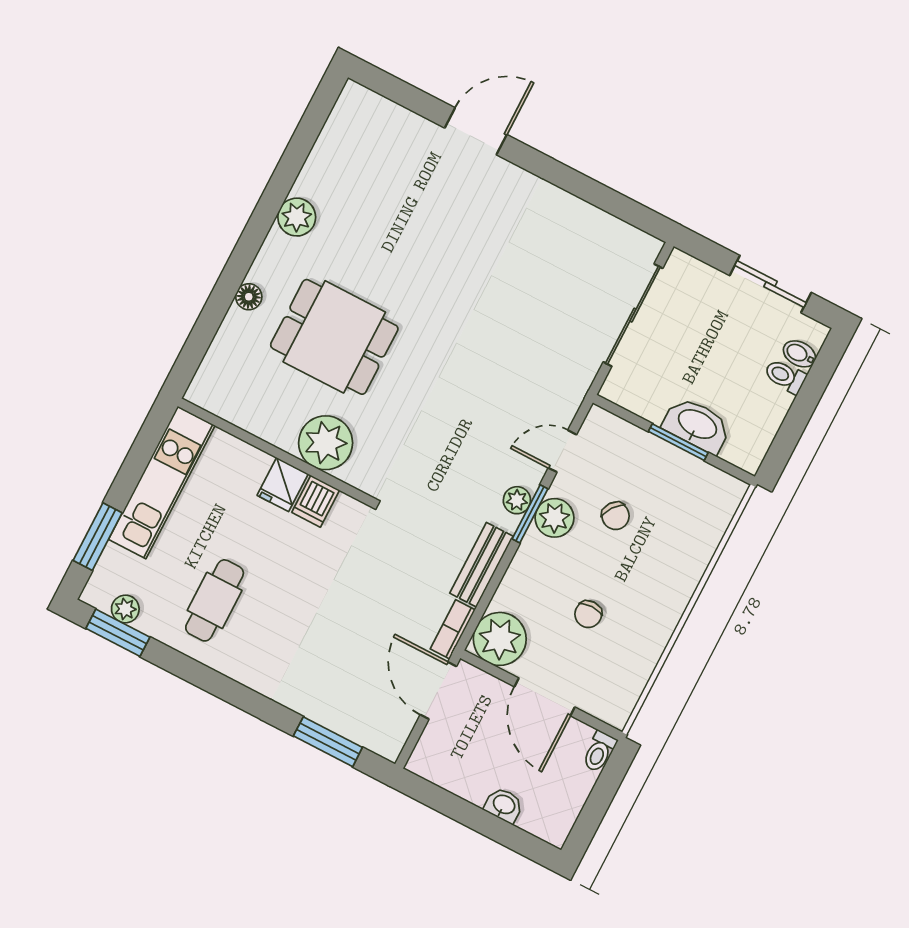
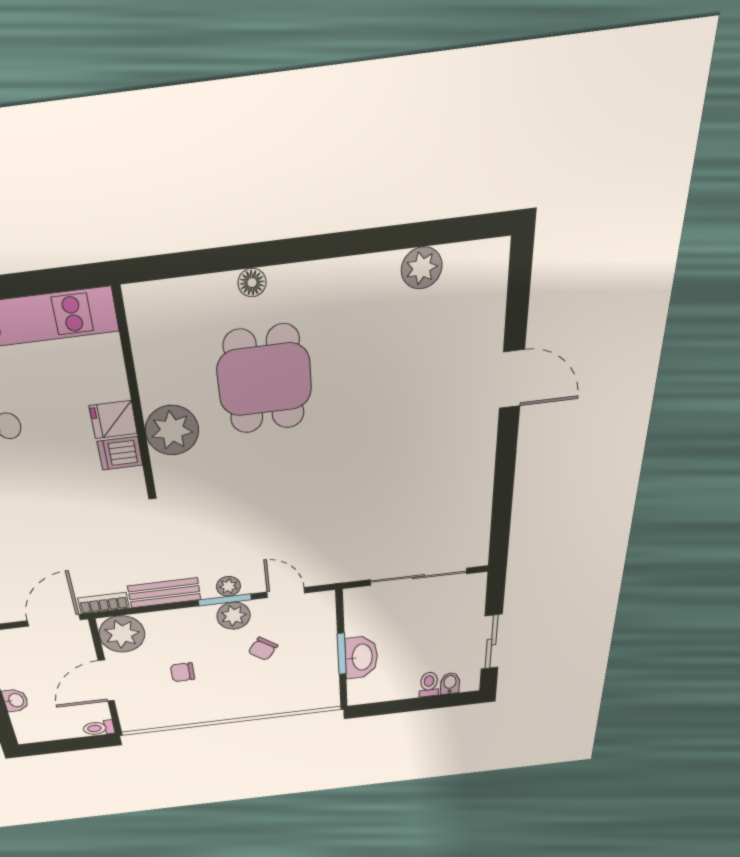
plant: (297, 217) -> (422, 268), moved

